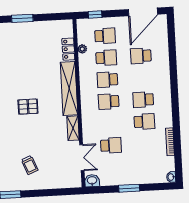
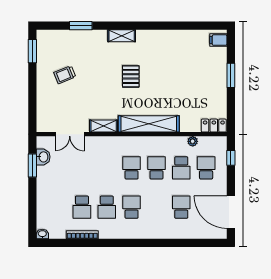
school desk: (105, 36) -> (206, 168), turned 180
locker: (68, 49) -> (214, 126), moved
school desk: (111, 145) -> (82, 207), moved
washbasin: (92, 181) -> (43, 157), moved
window: (129, 188) -> (32, 166), moved

